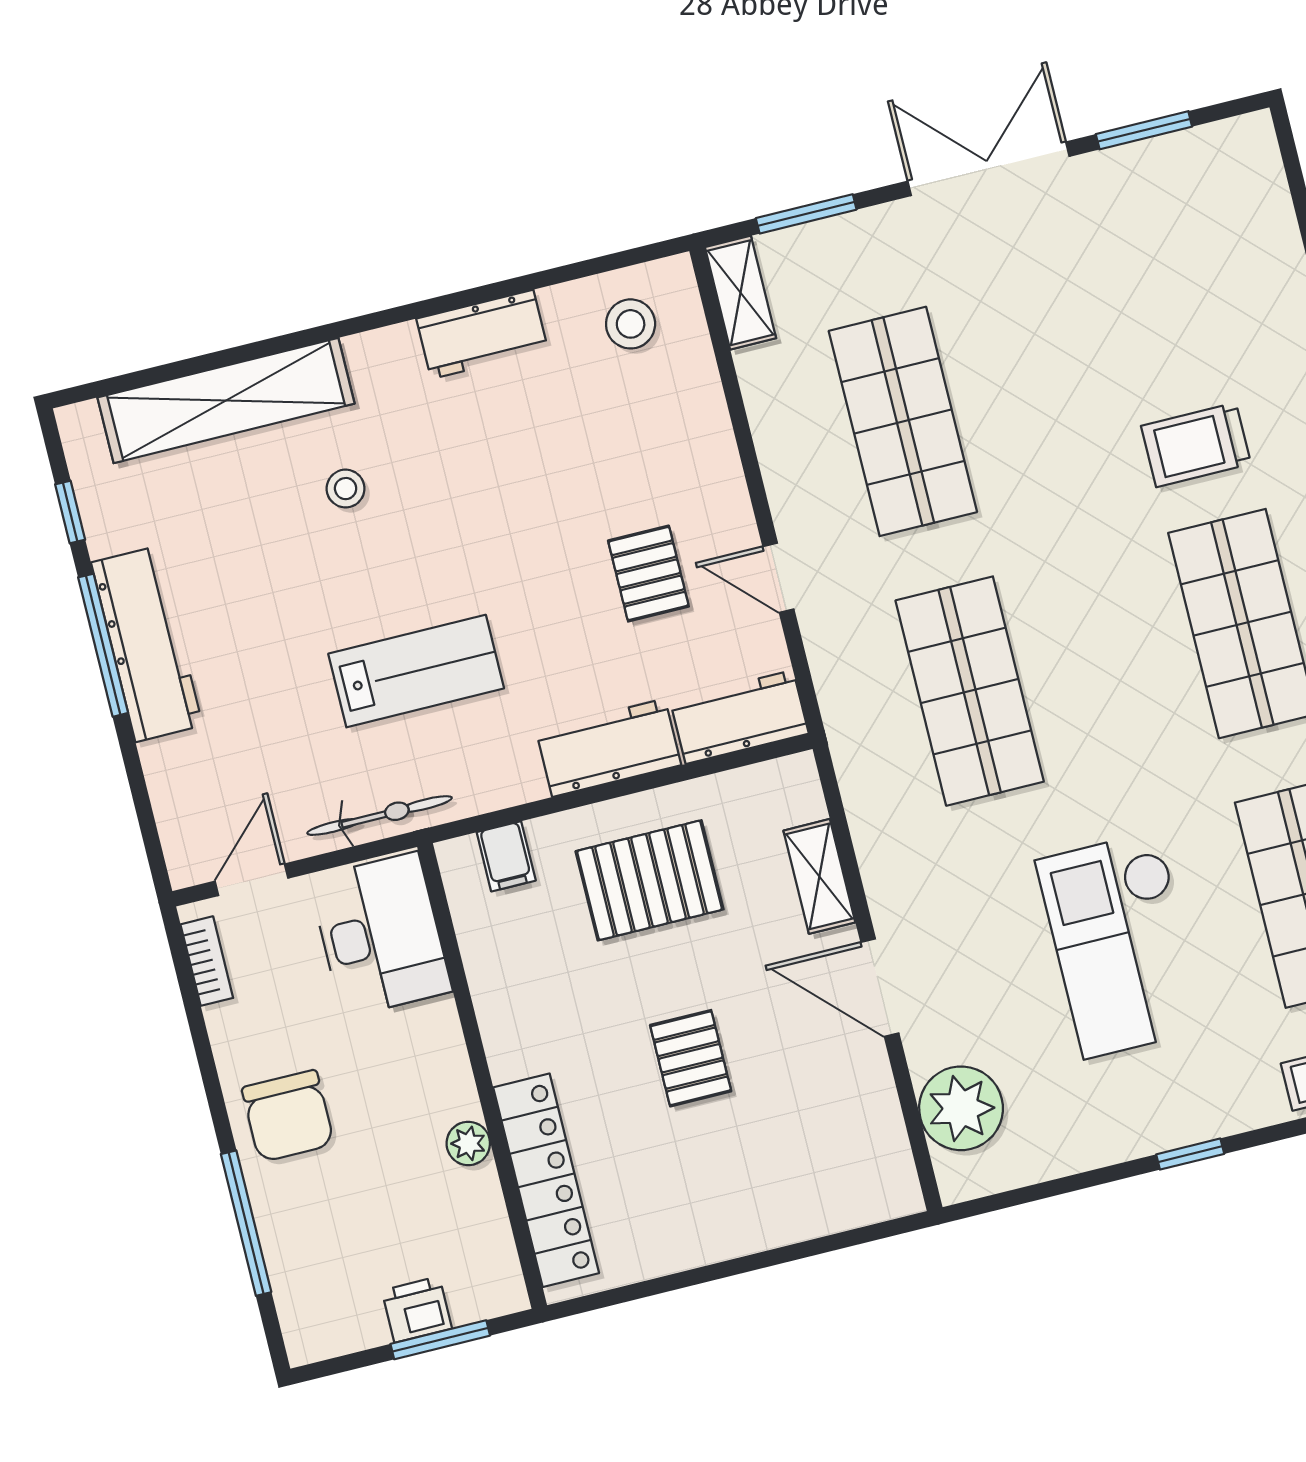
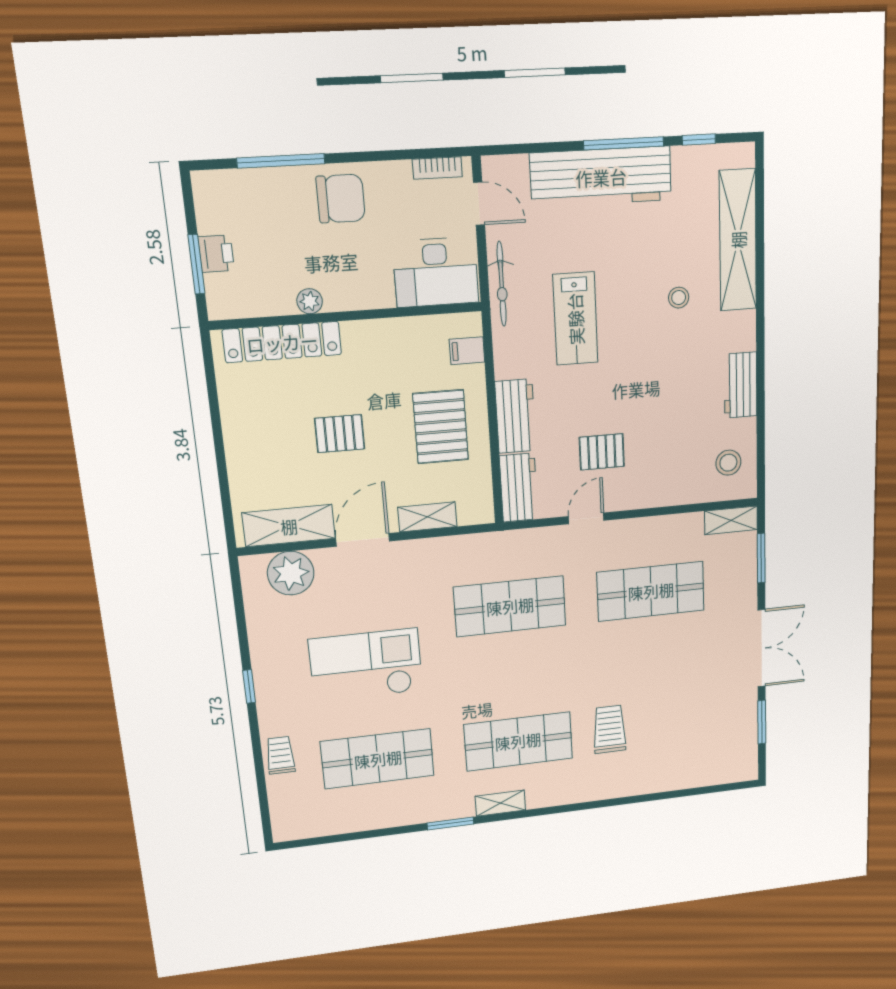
workbench: (147, 644) -> (601, 177), width x1.36, depth x1.32
chair: (288, 1116) -> (341, 199), turned 180
shelving: (872, 1124) -> (289, 526), added

